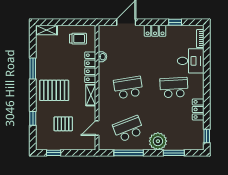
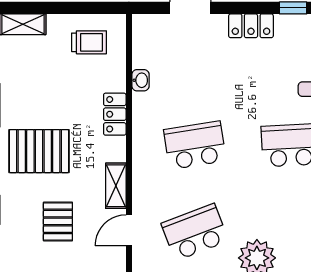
locker: (90, 67) -> (115, 114), width x0.66
shelving: (91, 95) -> (116, 186), moved
pallet: (63, 124) -> (58, 221), turned 90

